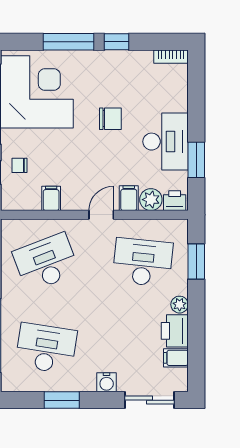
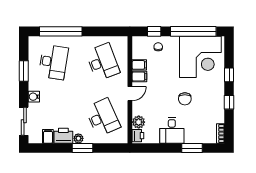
window: (69, 42) -> (229, 75), width x0.46
desk: (166, 142) -> (172, 130), width x0.73
window: (196, 160) -> (192, 148), moved
filing cabinet: (129, 198) -> (139, 76), moved
door: (101, 215) -> (130, 94), hinge flipped
desk: (143, 262) -> (103, 117), turned -30
window: (196, 262) -> (83, 148), moved

